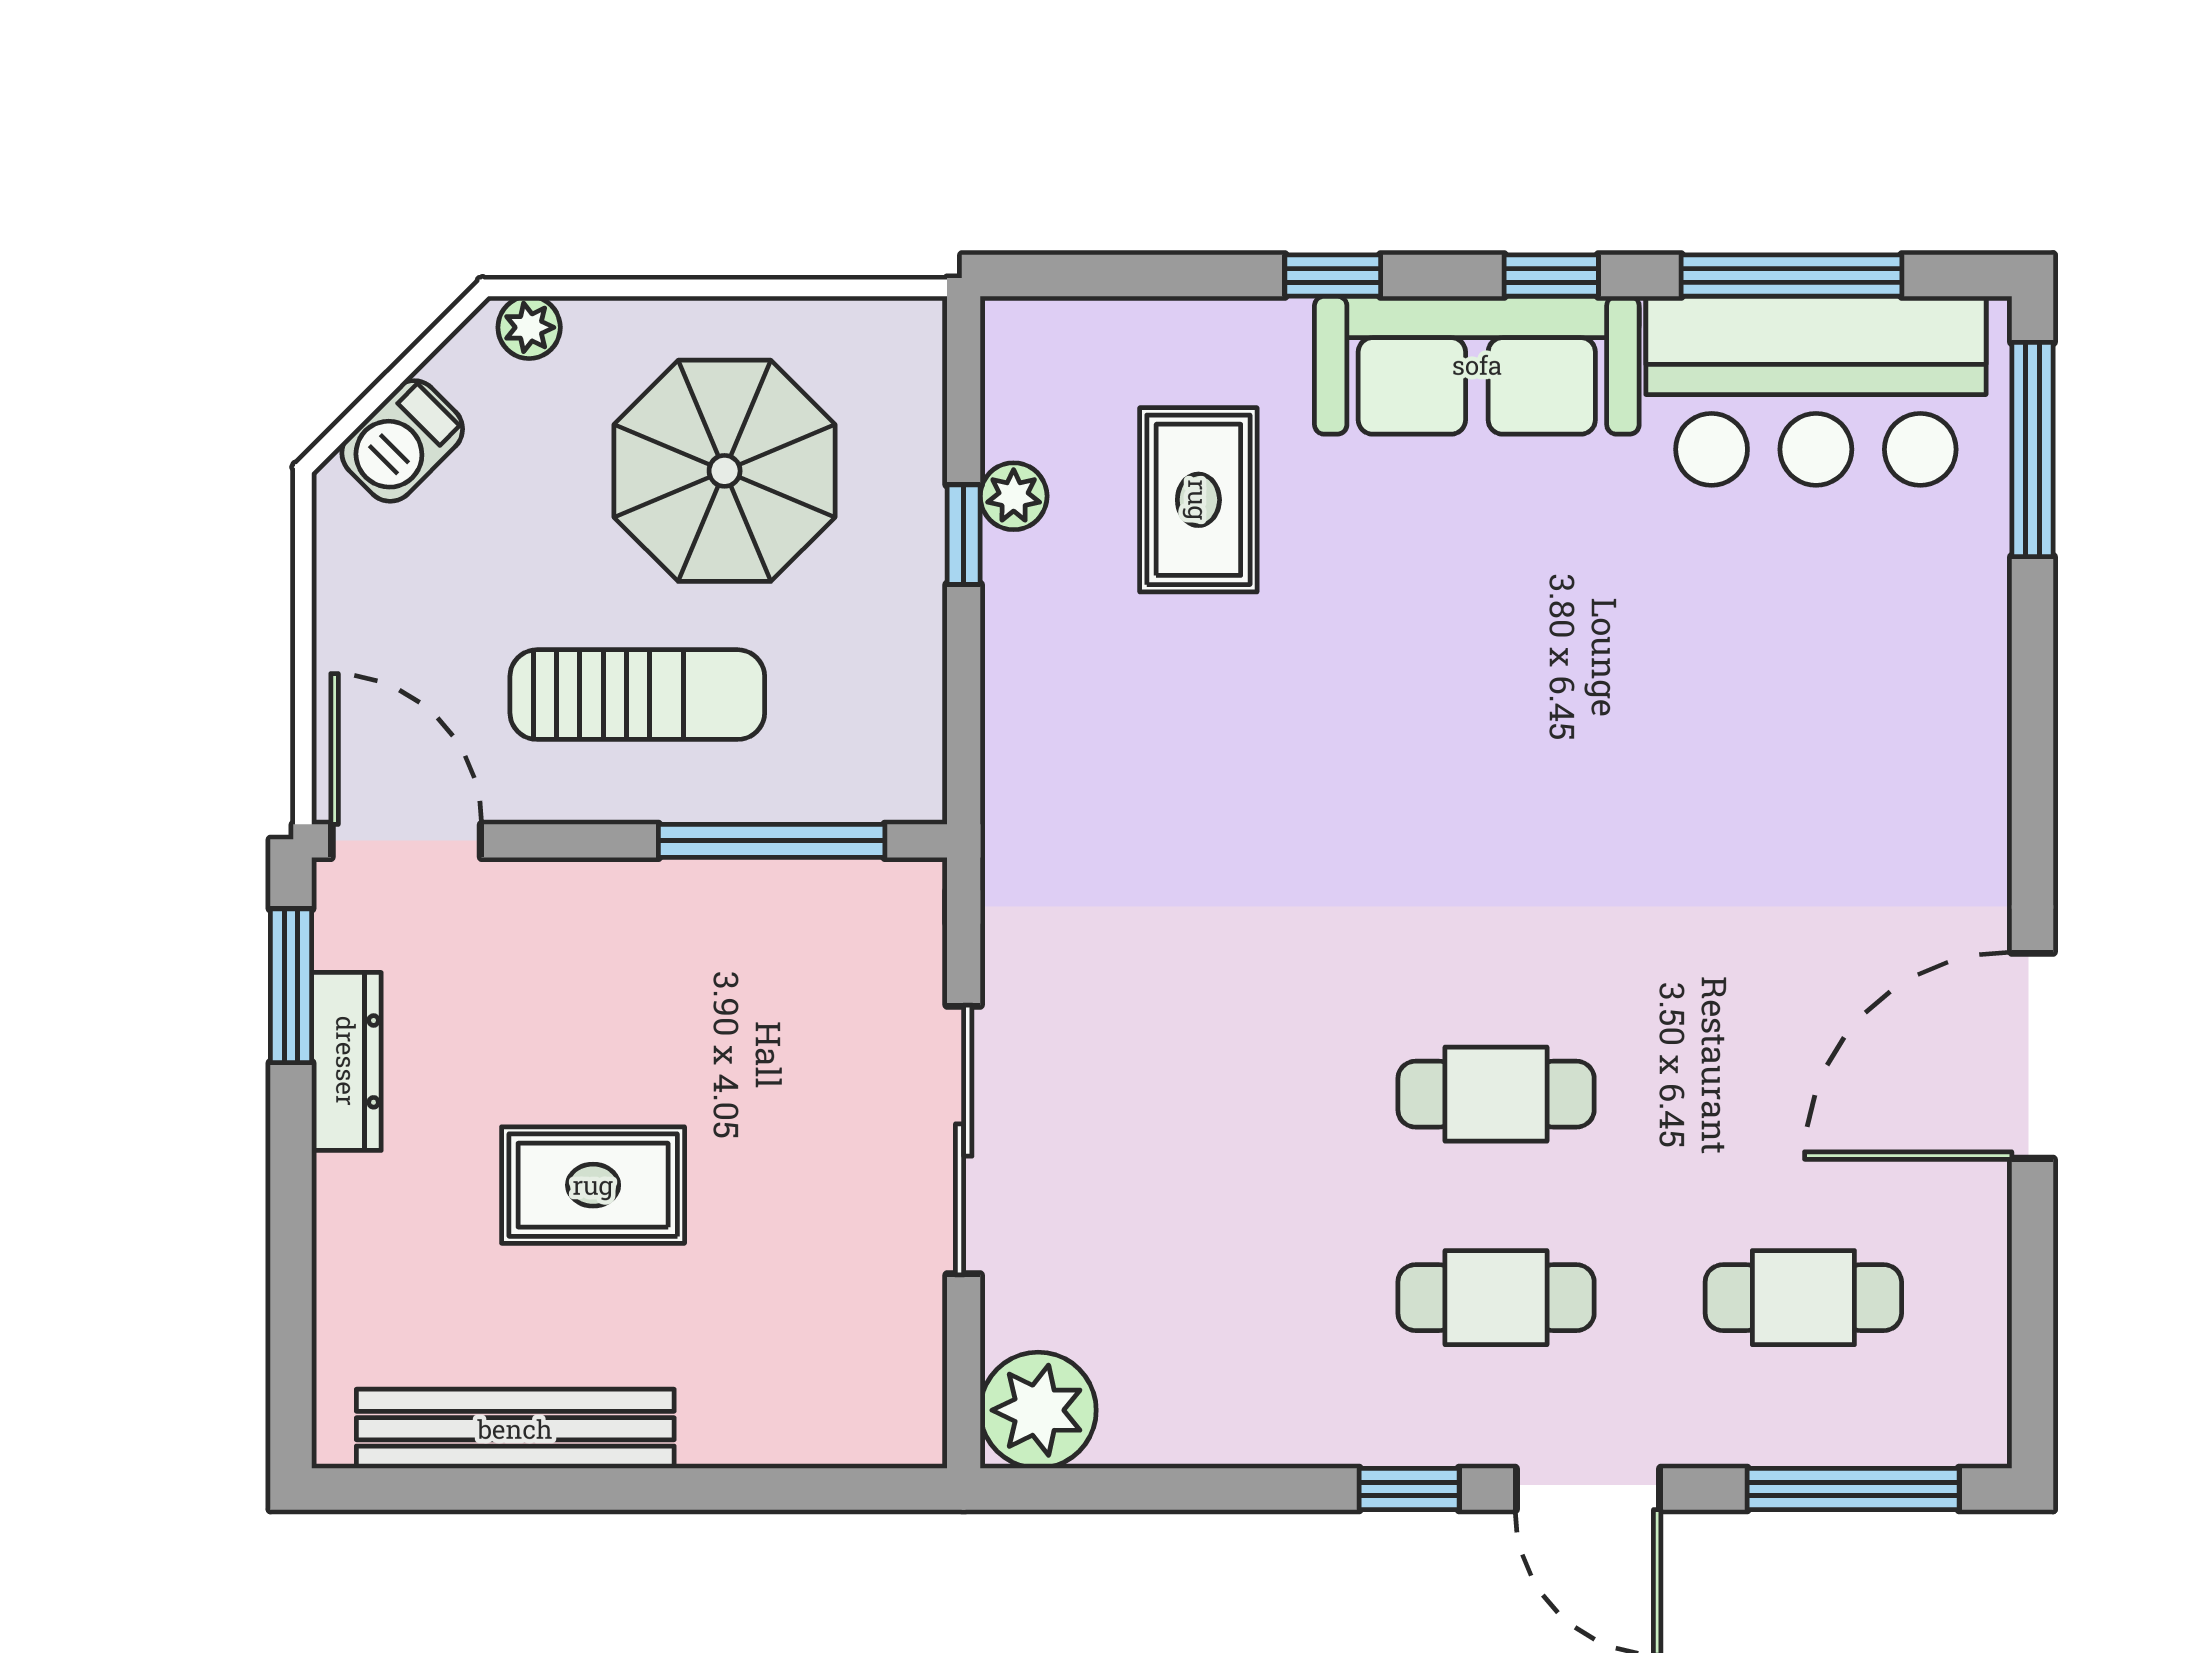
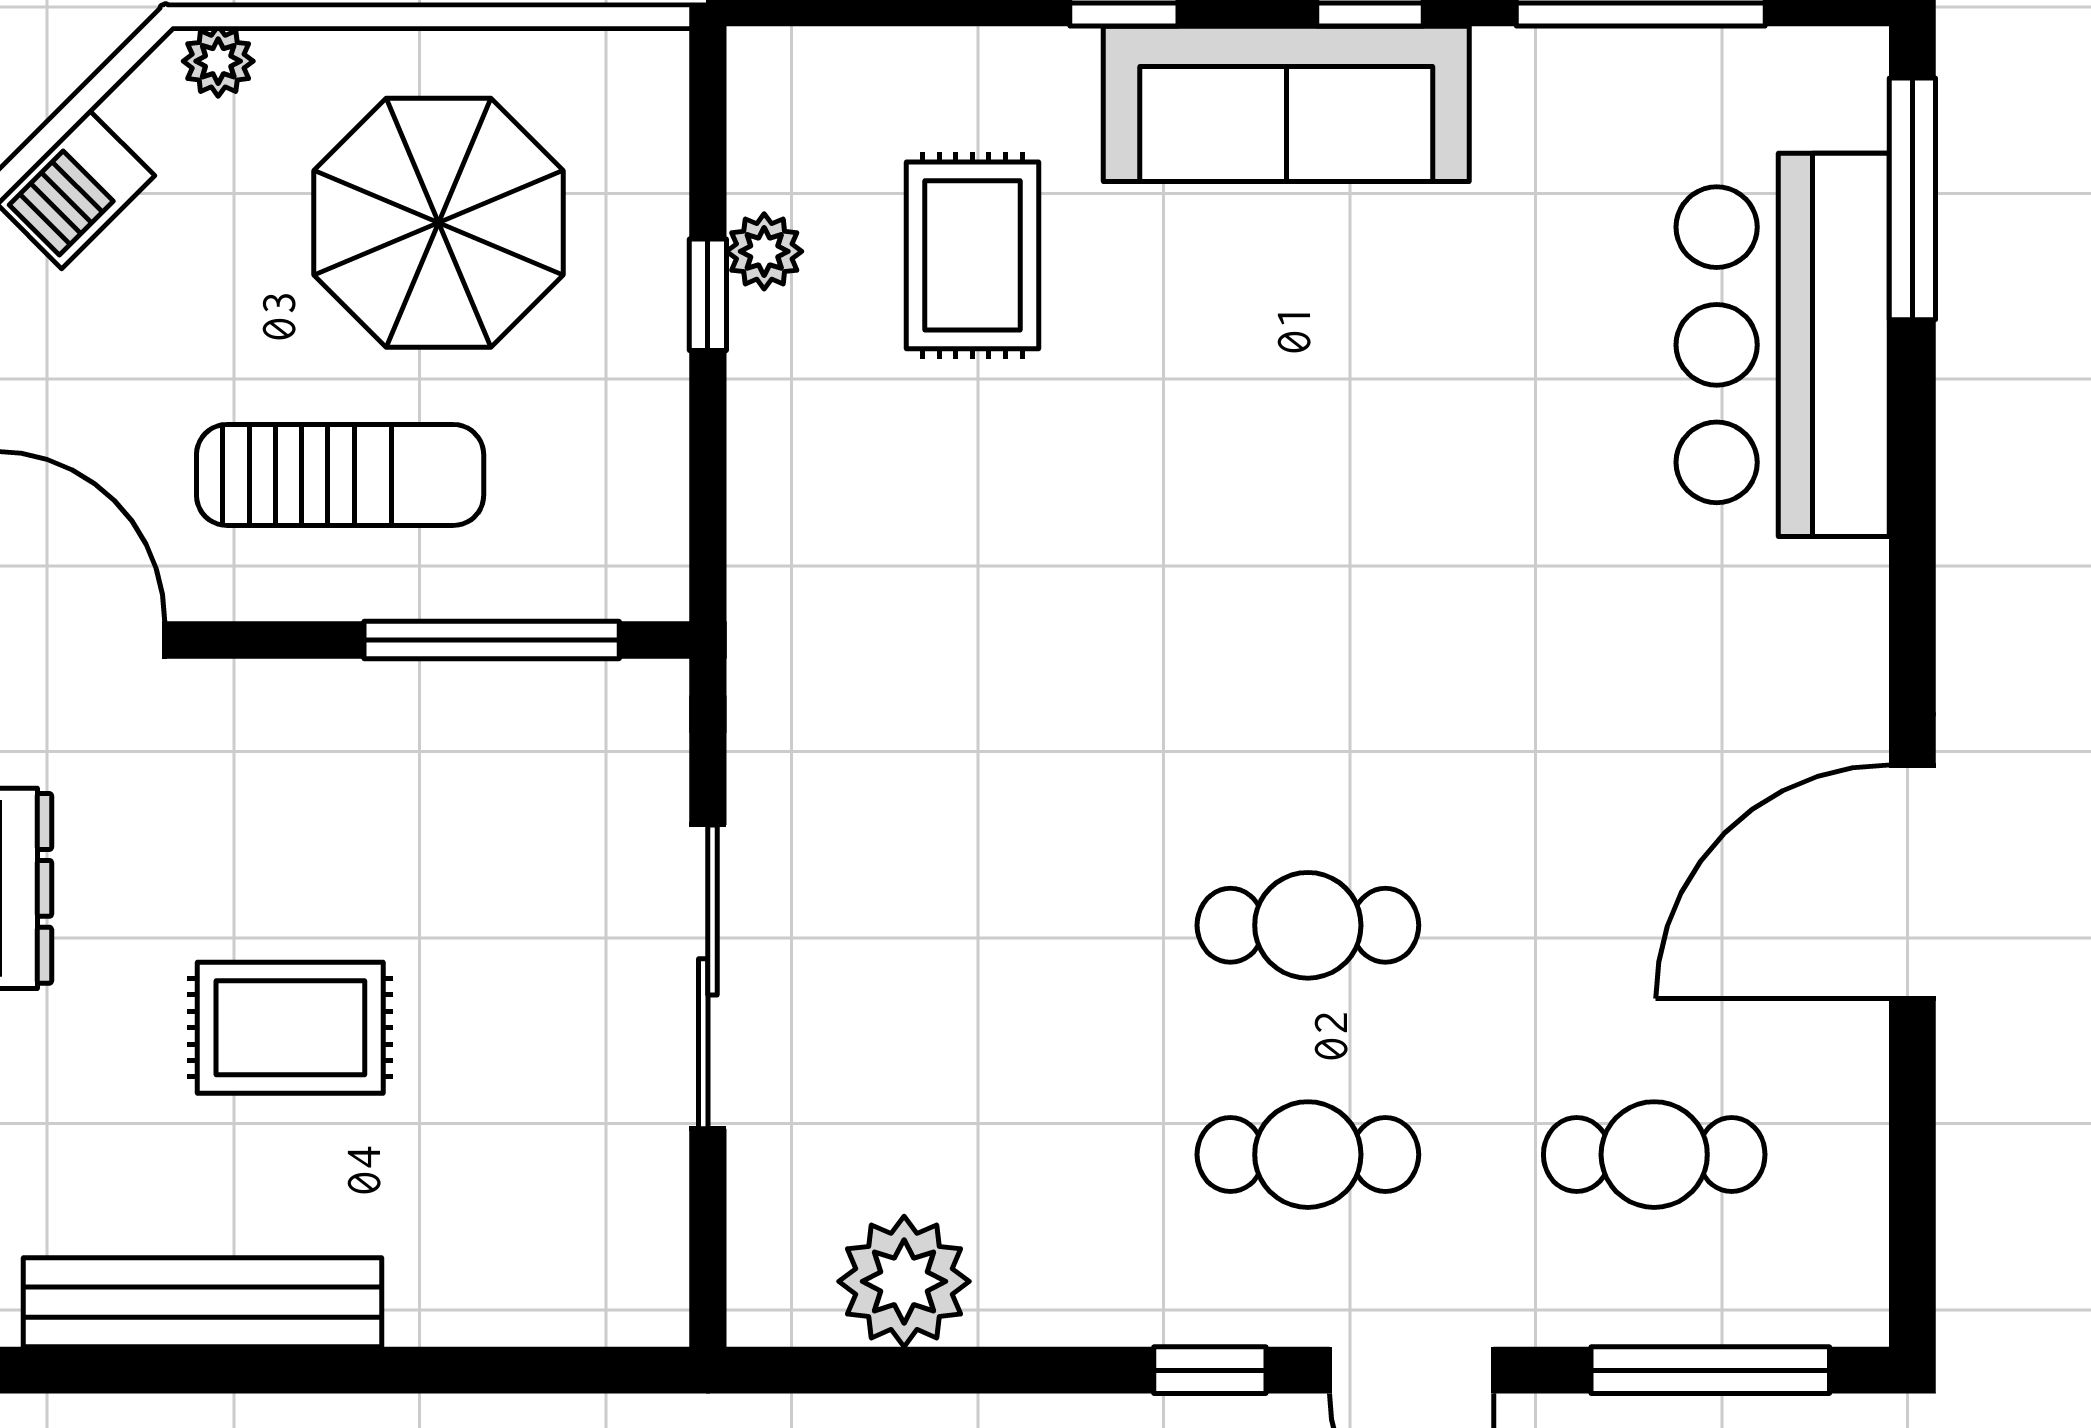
bar counter: (1816, 391) -> (1783, 345), moved, turned 90
plant: (1038, 1410) -> (904, 1281), moved

